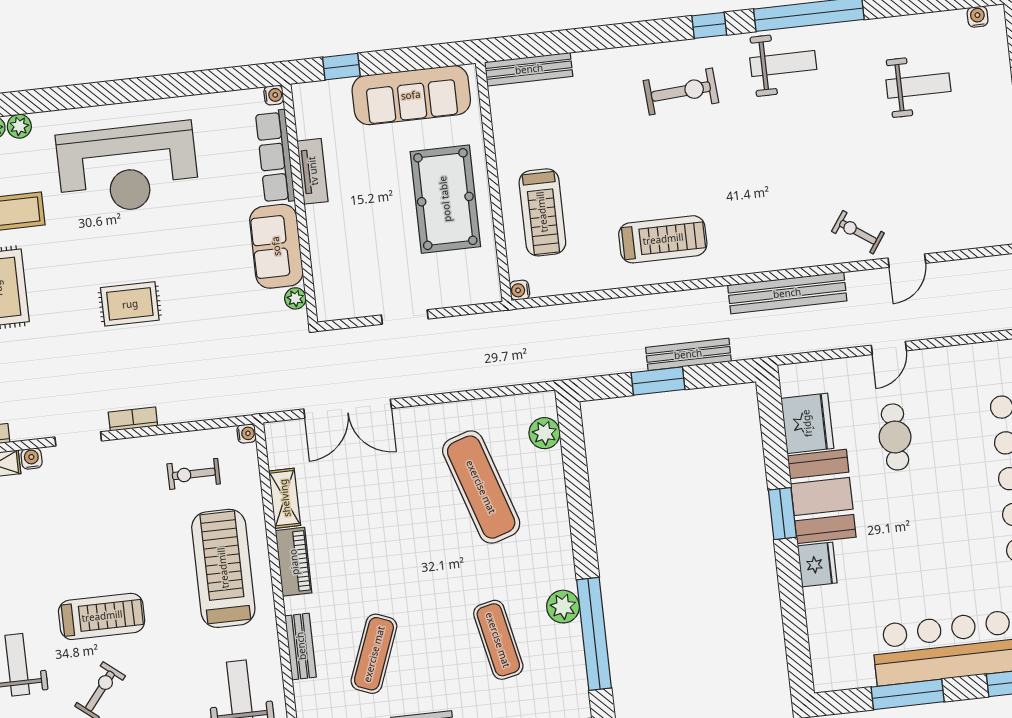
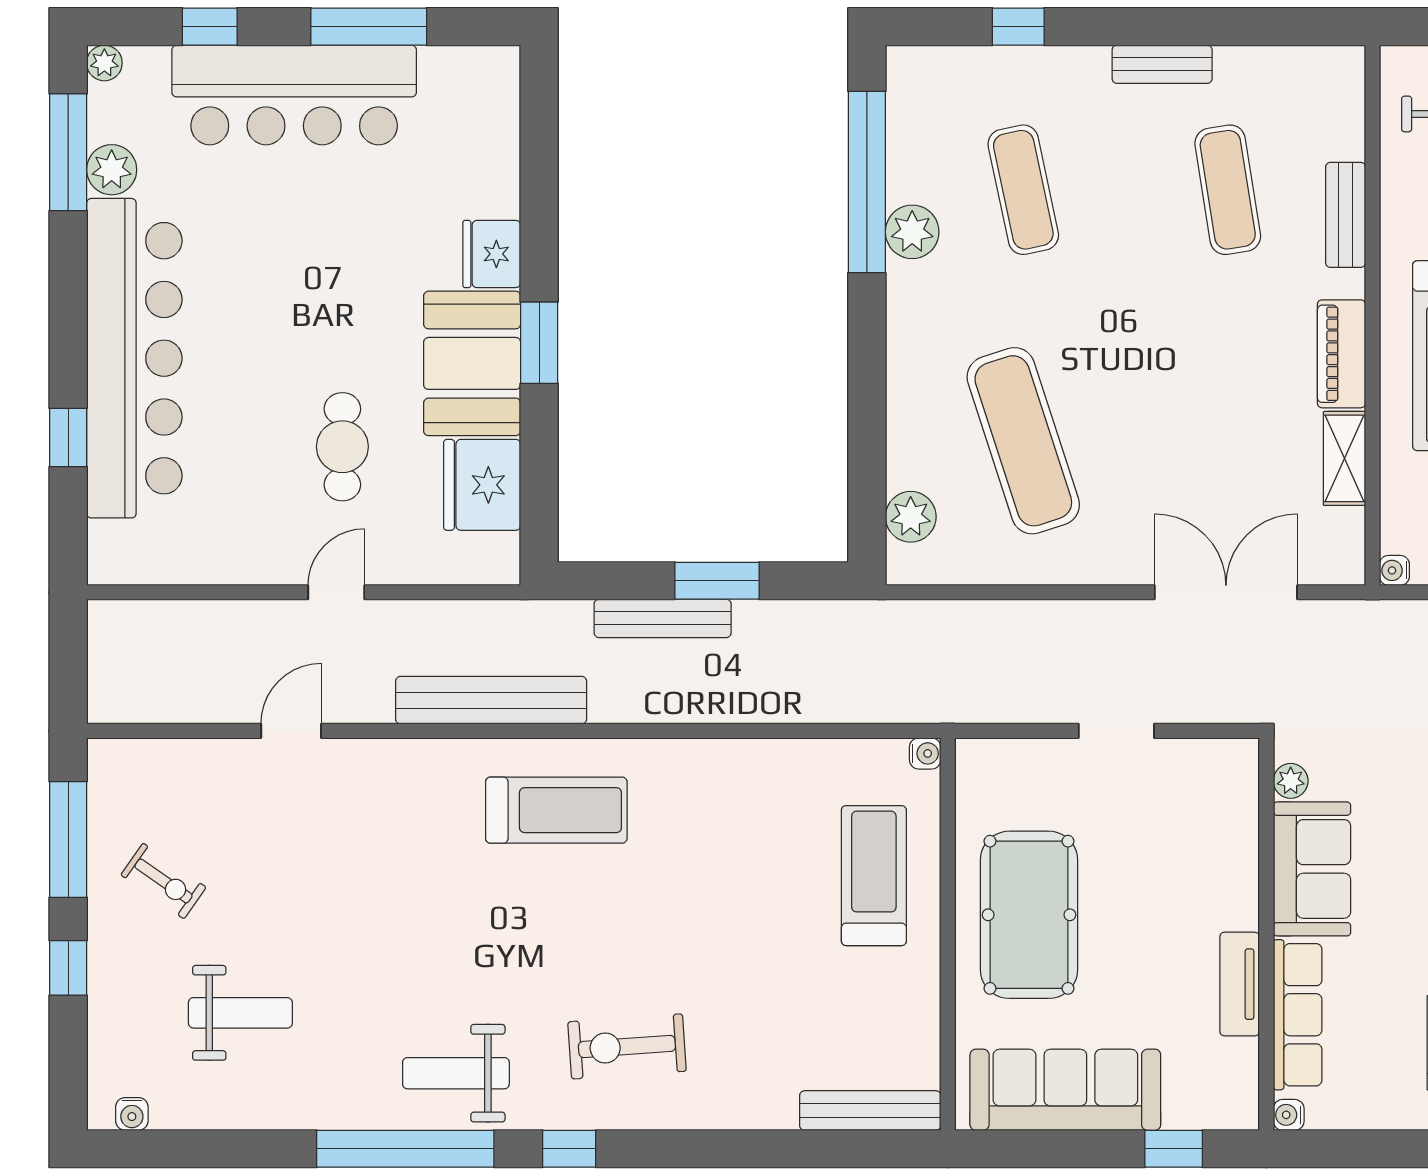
weight bench: (918, 86) -> (240, 1013), turned 180
exercise bike: (858, 232) -> (163, 881), moved
treadmill: (663, 239) -> (556, 810), moved, turned 180
exercise mat: (374, 654) -> (1228, 190), turned -30

